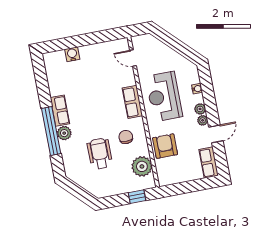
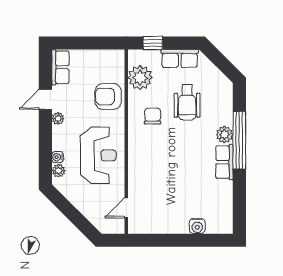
door: (133, 58) -> (126, 208), swing flipped
row of seats: (132, 102) -> (180, 58), moved, turned 90
plant: (200, 109) -> (58, 171), moved
chair: (126, 137) -> (153, 116), turned 180
armchair: (165, 146) -> (108, 96), turned 90

